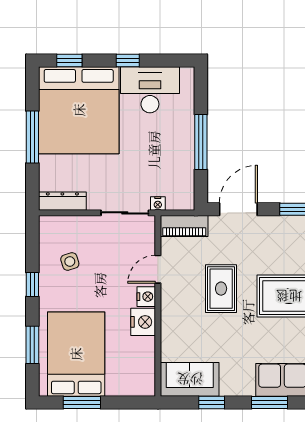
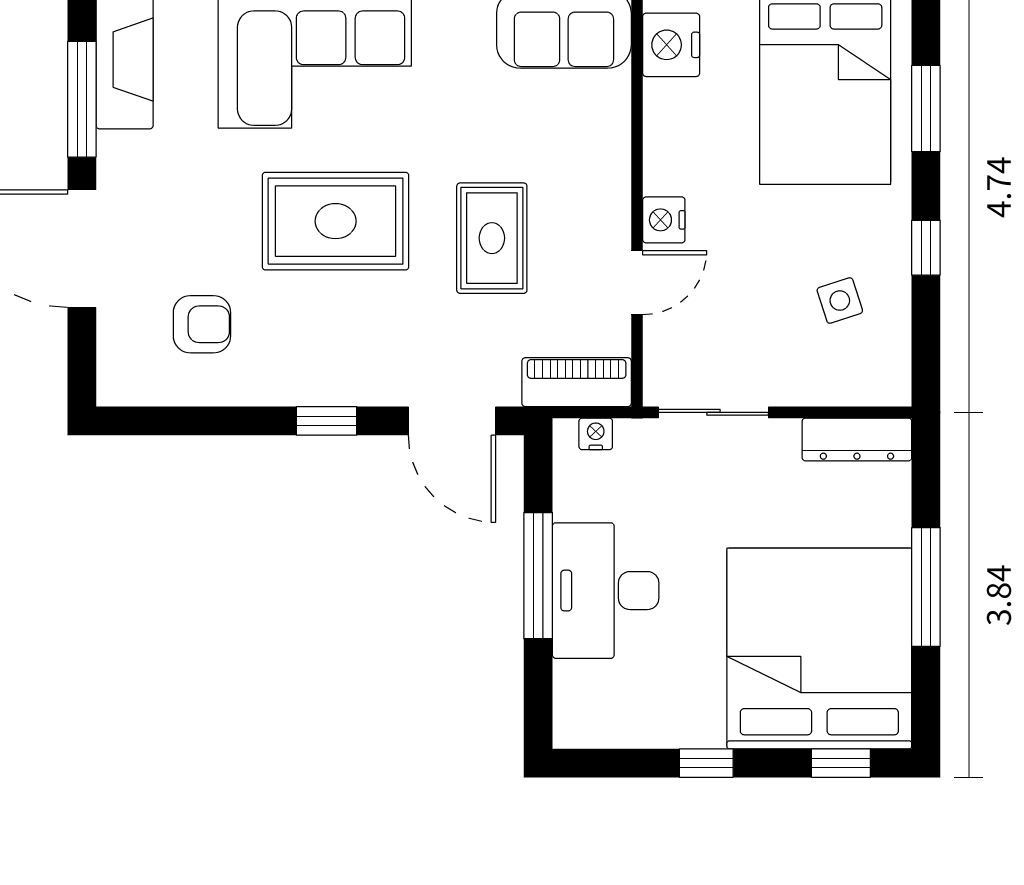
desk: (150, 90) -> (606, 591), moved, turned 90
nightstand: (158, 204) -> (596, 434), moved
door: (238, 209) -> (452, 421), hinge flipped
nightstand: (143, 322) -> (671, 45), moved

